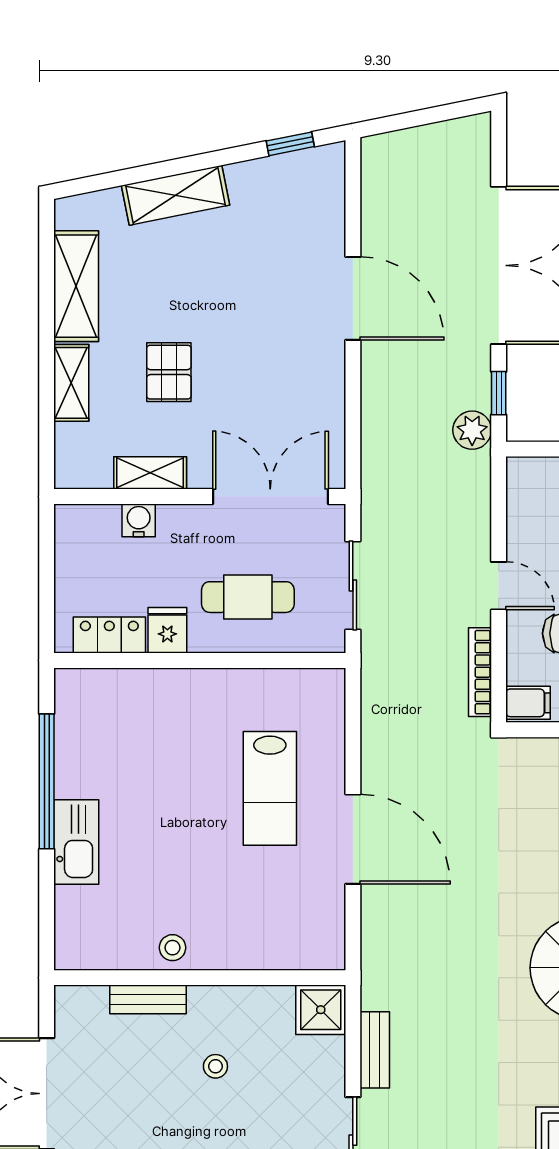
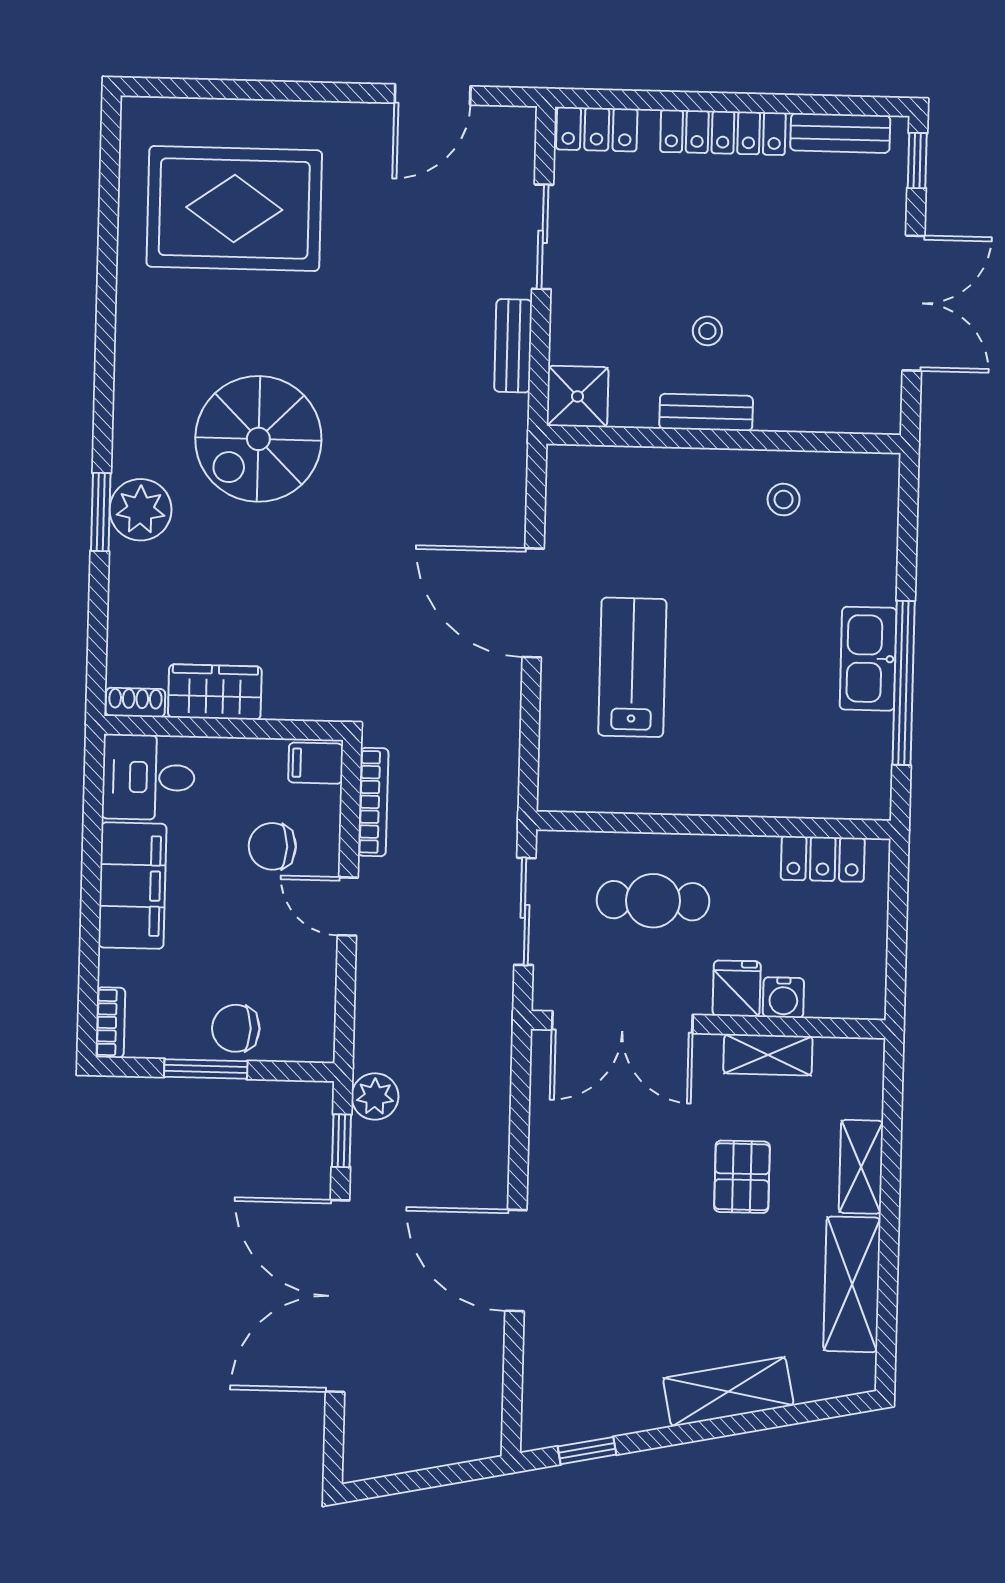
fridge: (167, 630) -> (737, 989), moved, turned 180
kitchen sink: (76, 842) -> (868, 659), moved
stool: (172, 948) -> (784, 500), moved
bench: (148, 999) -> (706, 412), moved

